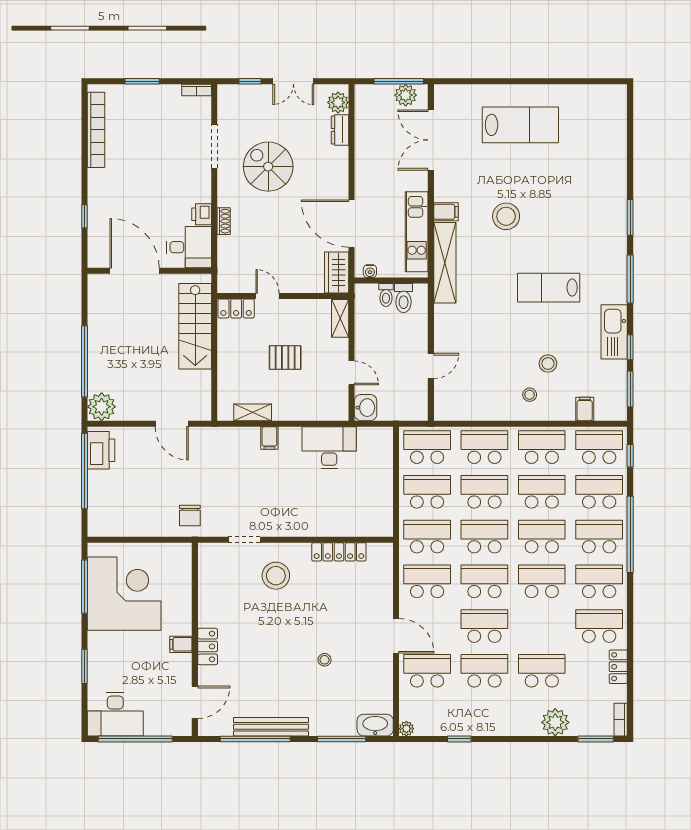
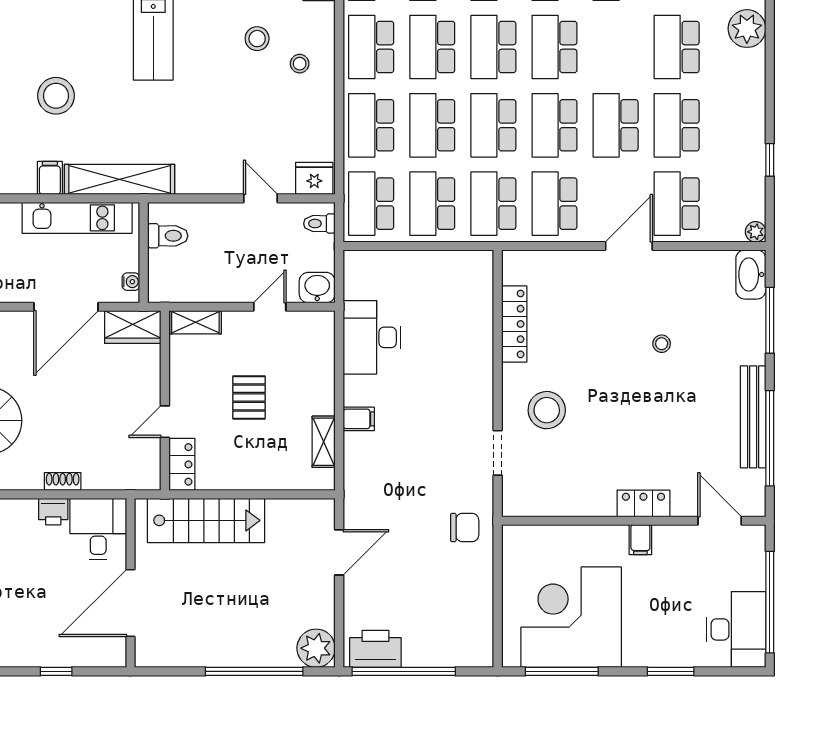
toilet: (386, 295) -> (319, 224), moved, turned 180
fridge: (446, 405) -> (314, 178), added

